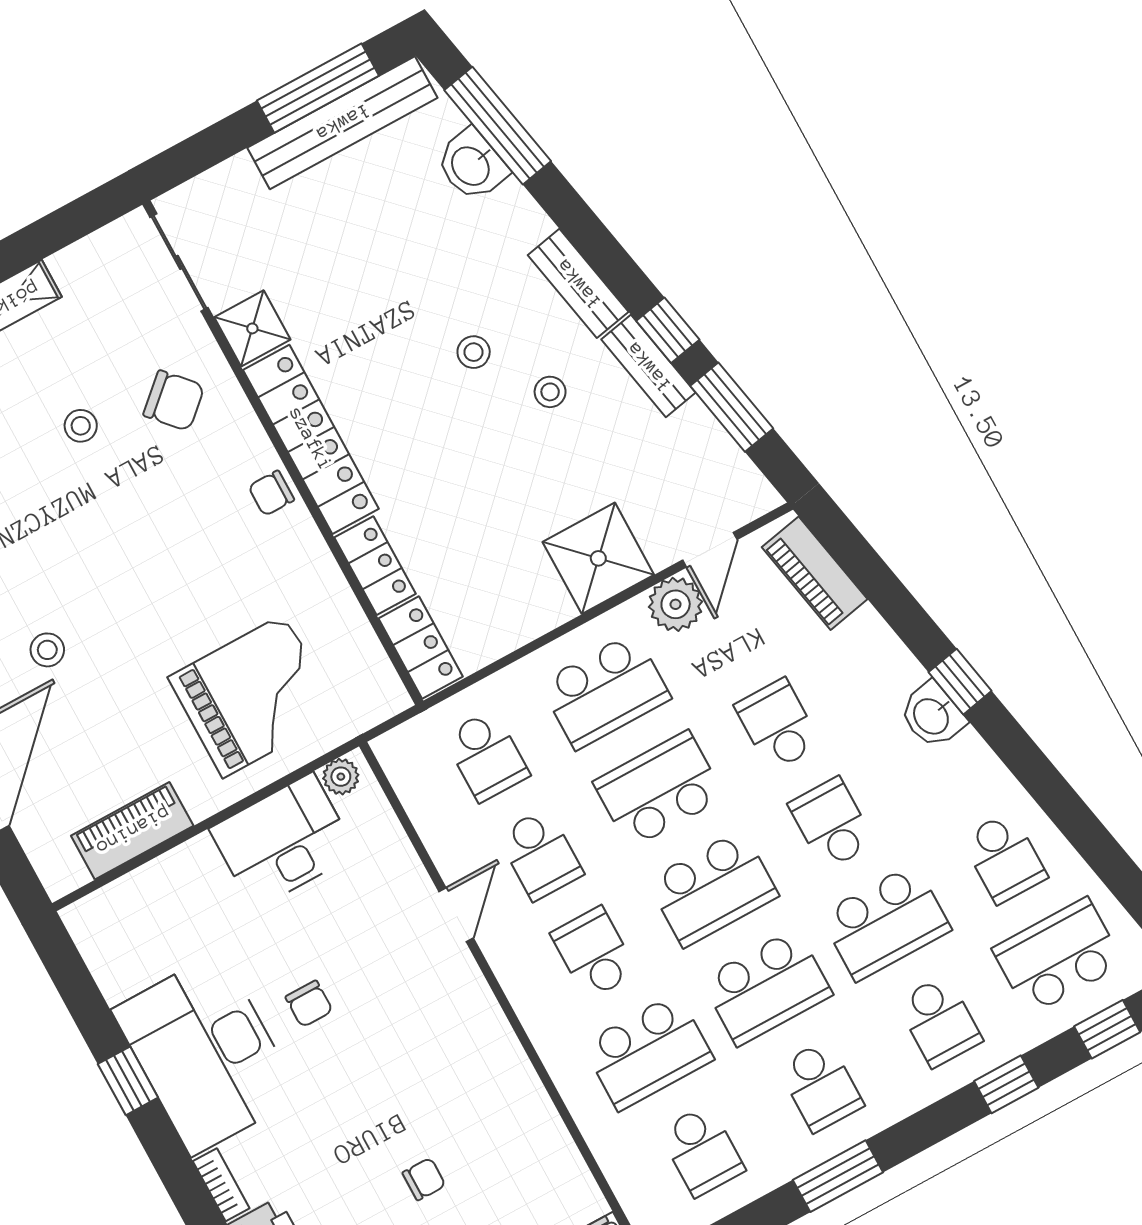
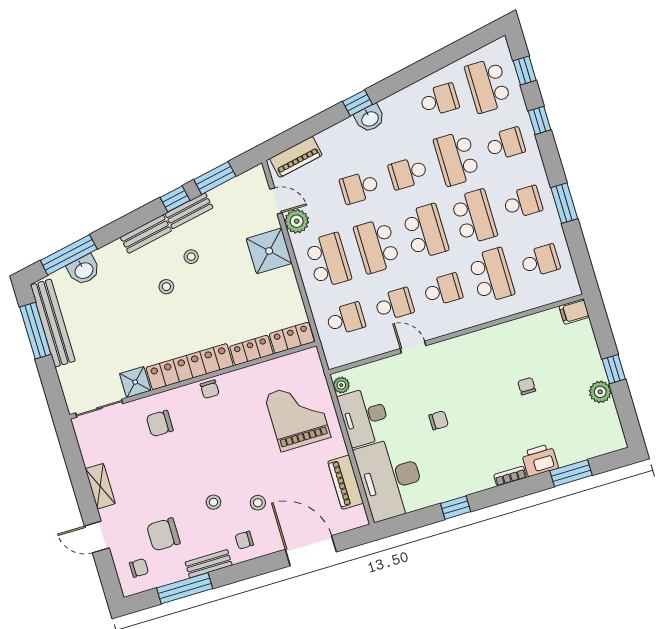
chair: (174, 401) -> (160, 423), turned -138
stool: (81, 426) -> (213, 502), moved
school desk: (885, 922) -> (457, 158), turned 180
school desk: (594, 953) -> (443, 290), turned 180
desk: (206, 1053) -> (390, 479), moved, turned 90

